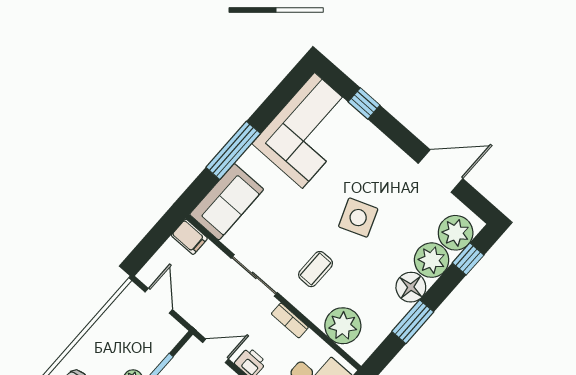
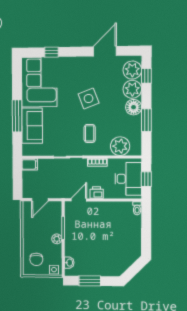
sofa: (227, 202) -> (32, 126), moved
door: (159, 301) -> (40, 200), swing flipped

